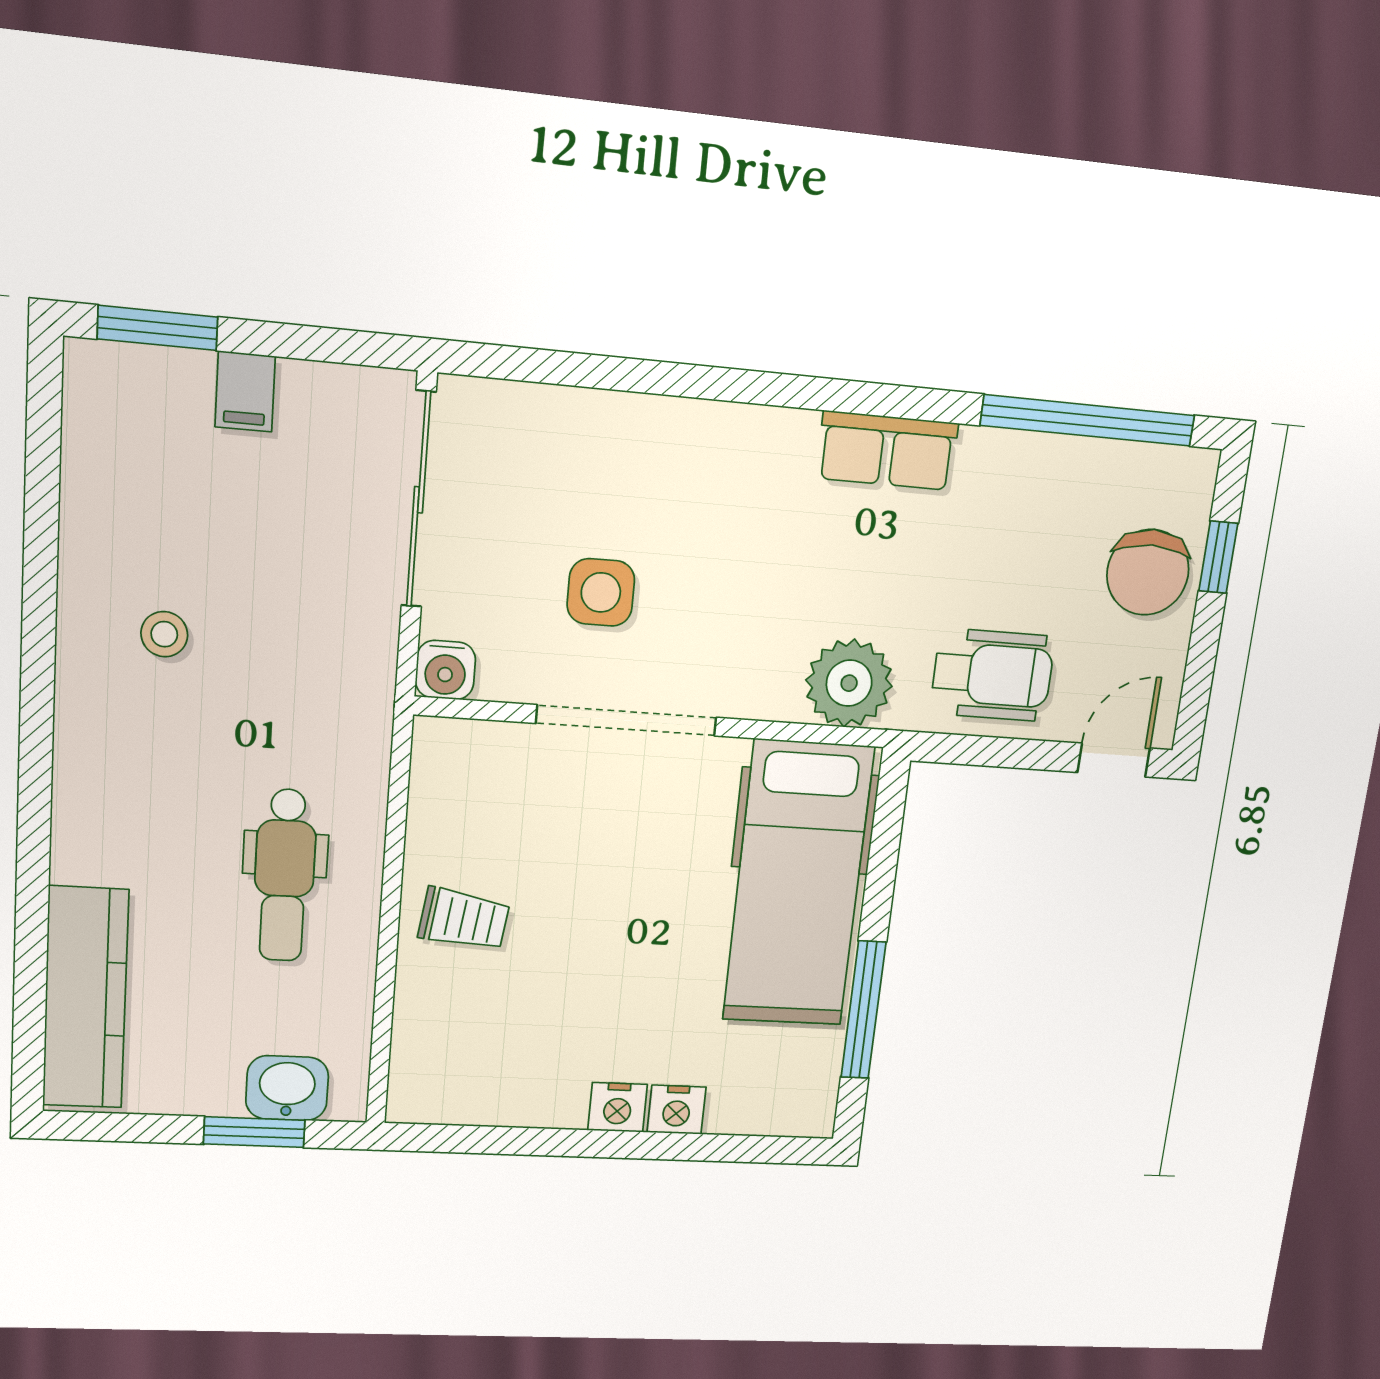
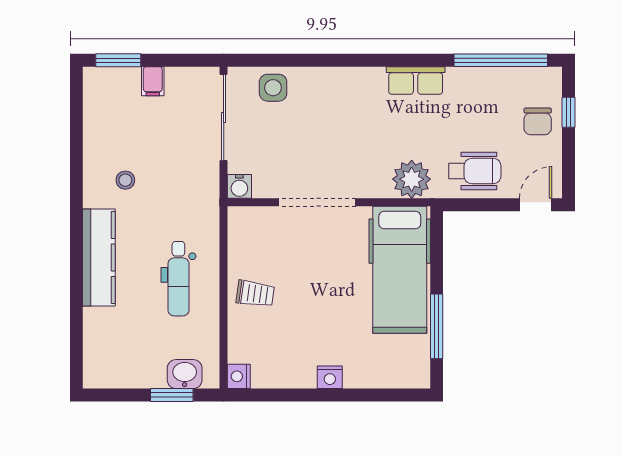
chair: (1148, 572) -> (538, 121), width x0.73, depth x0.73
side table: (601, 592) -> (273, 88), moved
kitchen counter: (85, 998) -> (99, 257), moved
nightstand: (677, 1110) -> (239, 376), moved, turned 90

